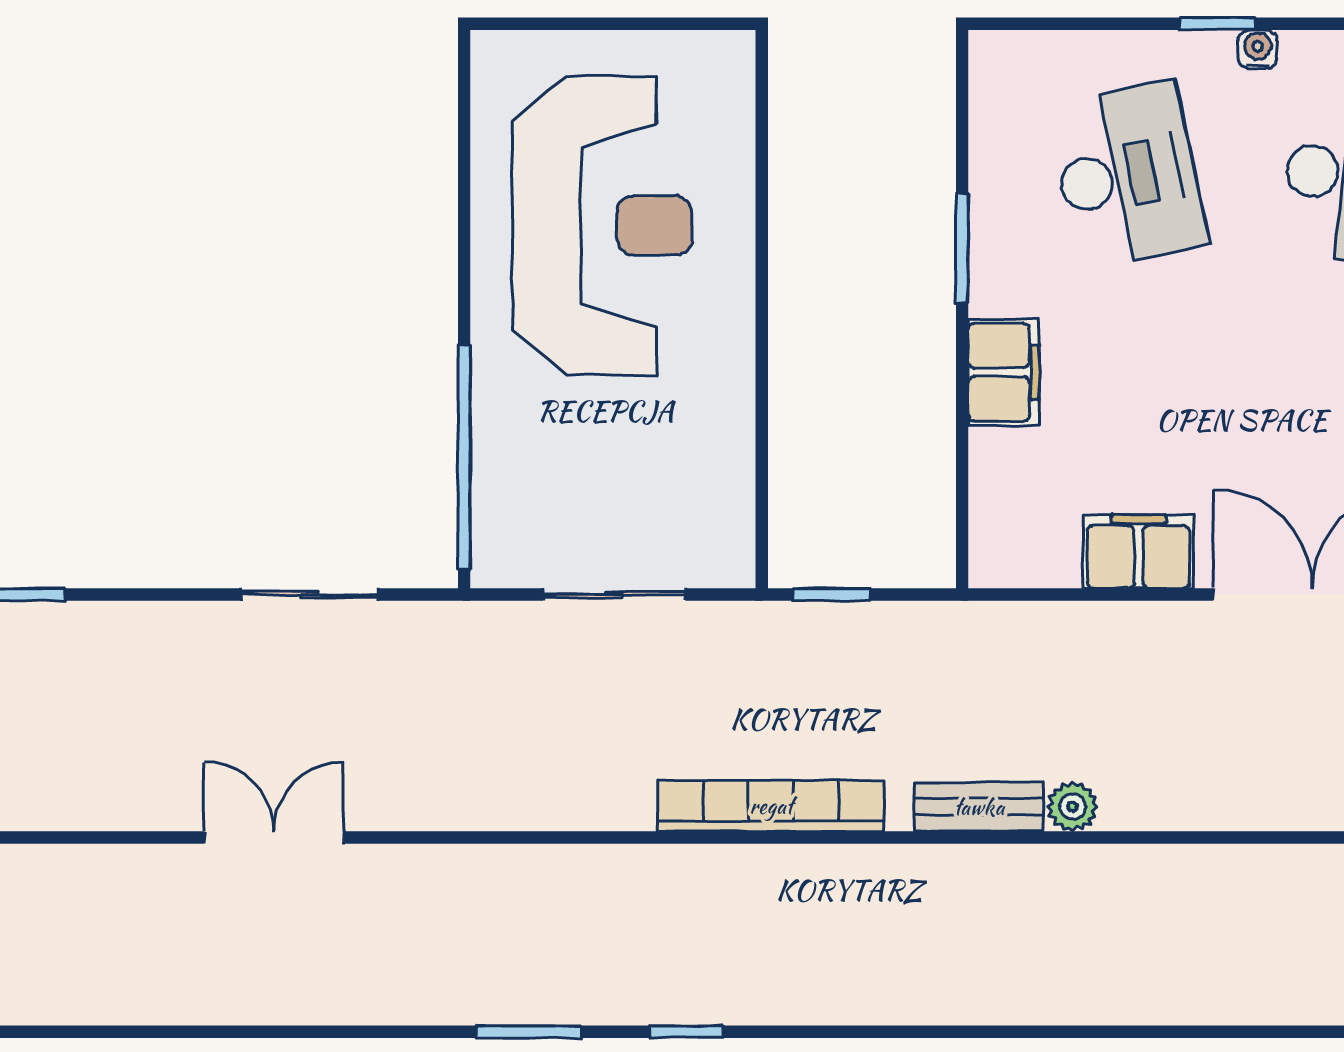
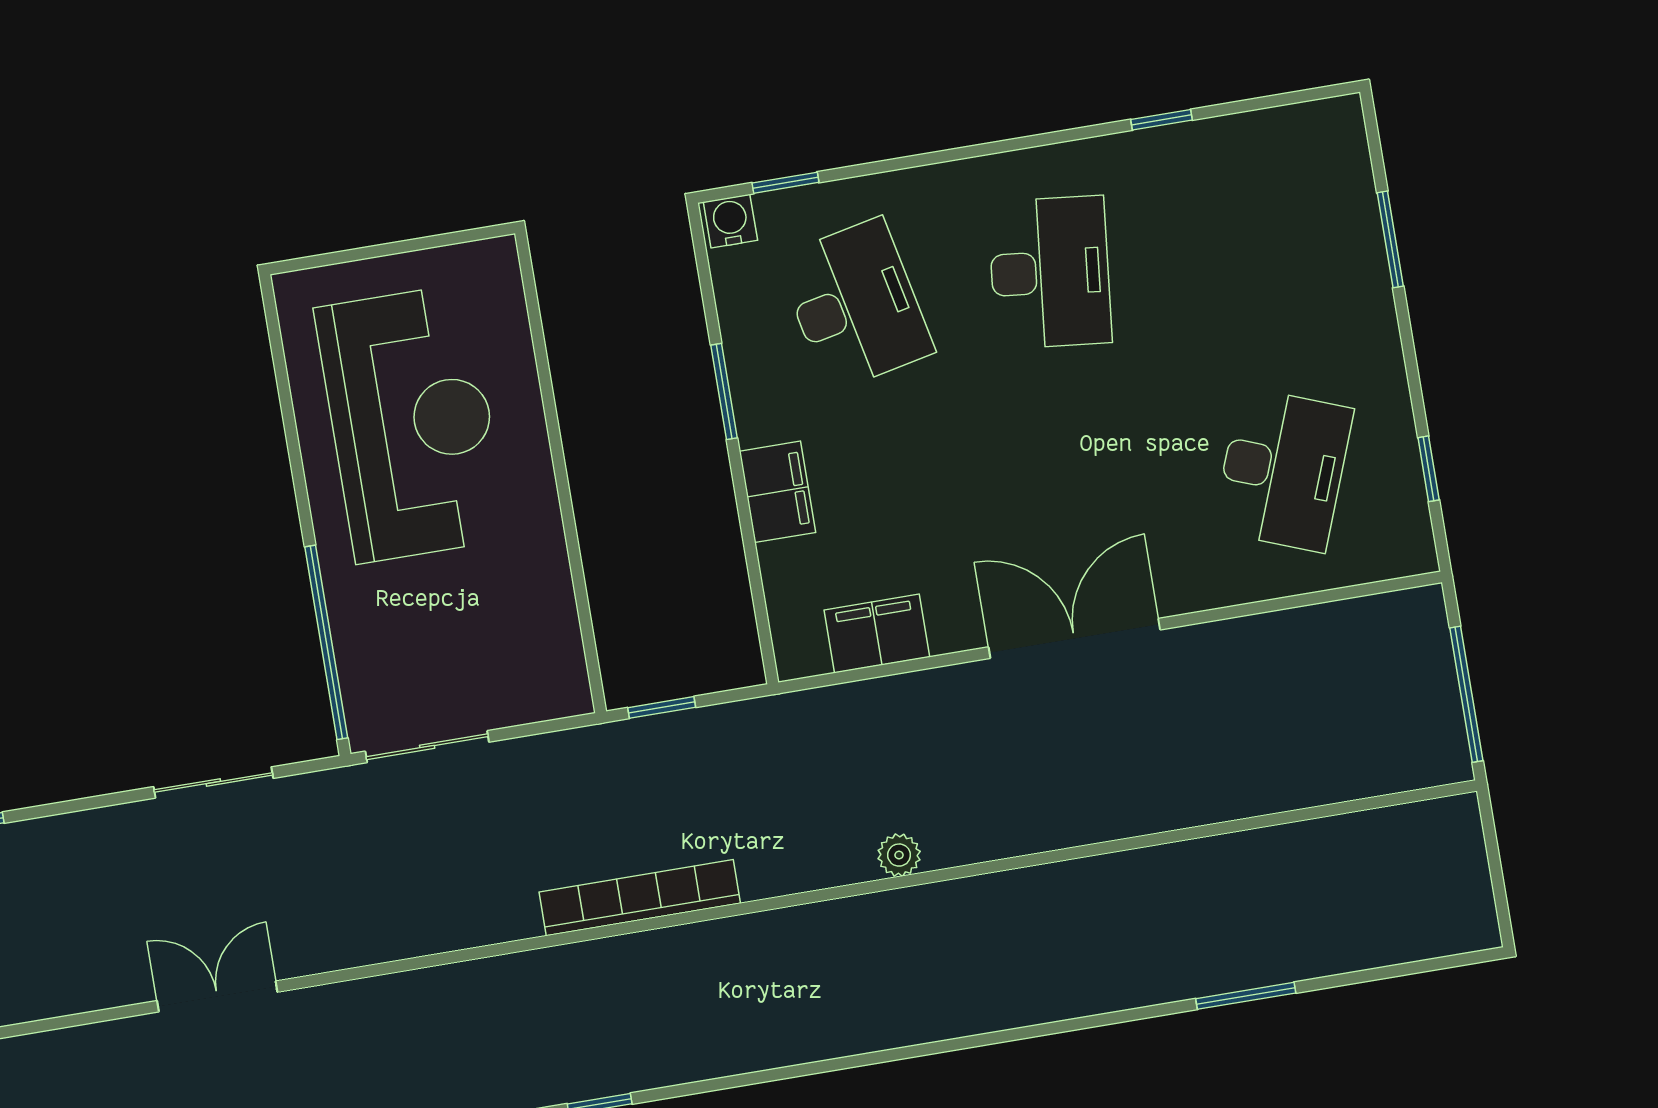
window: (1218, 24) -> (786, 183), moved
water cooler: (1258, 49) -> (730, 221), moved, width x1.38, depth x1.38
filing cabinet: (1138, 552) -> (877, 634), moved
sliding door: (614, 595) -> (427, 747), moved
bench: (979, 807) -> (818, 869), removed

